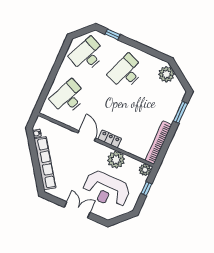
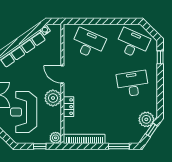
desk: (126, 72) -> (133, 84), turned -30
window: (179, 74) -> (152, 130), added
door: (87, 136) -> (62, 74), swing flipped
locker: (110, 139) -> (69, 107), moved
plant: (116, 160) -> (53, 98), moved

